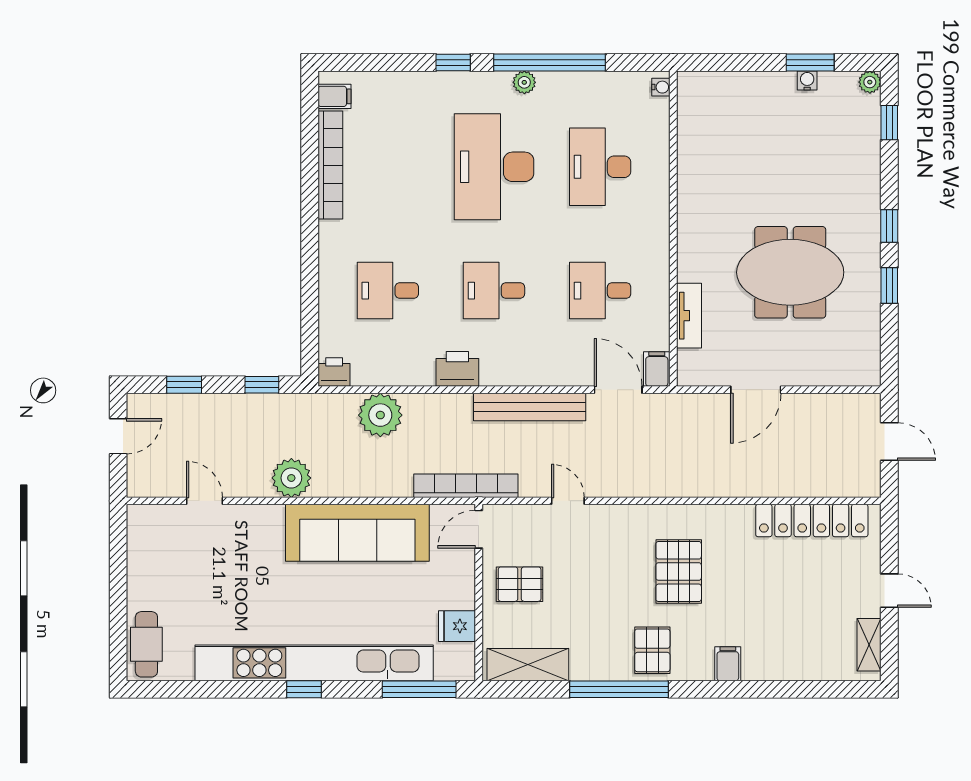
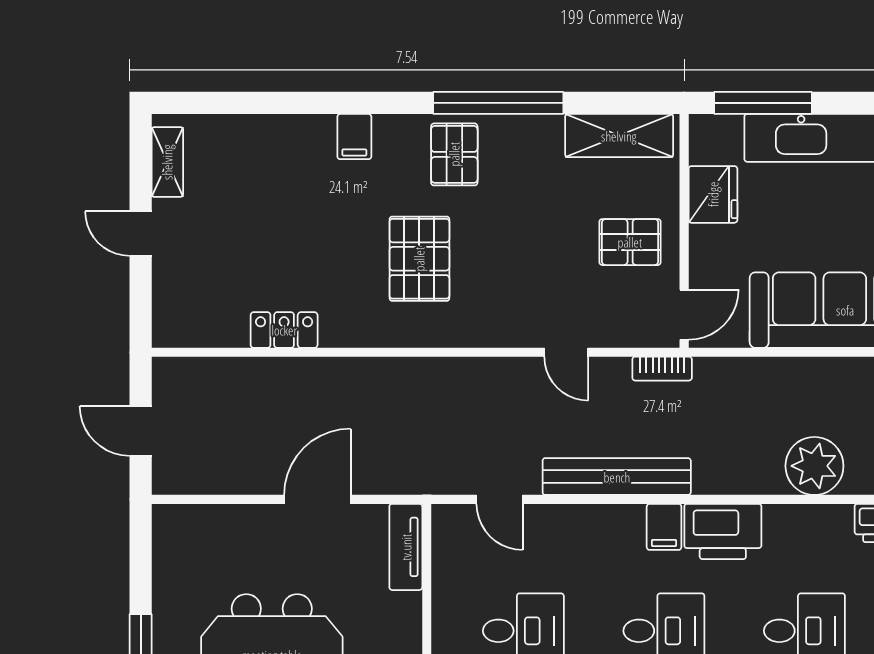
tv unit: (689, 316) -> (406, 547), moved
printer: (457, 369) -> (723, 532), width x1.37, depth x1.19
filing cabinet: (657, 369) -> (664, 527), moved
door: (618, 390) -> (500, 499), width x0.73
bookcase: (466, 486) -> (662, 369), width x0.43, depth x0.76
locker: (812, 521) -> (284, 330), width x0.46, depth x0.83
fridge: (457, 626) -> (713, 194), width x1.38

